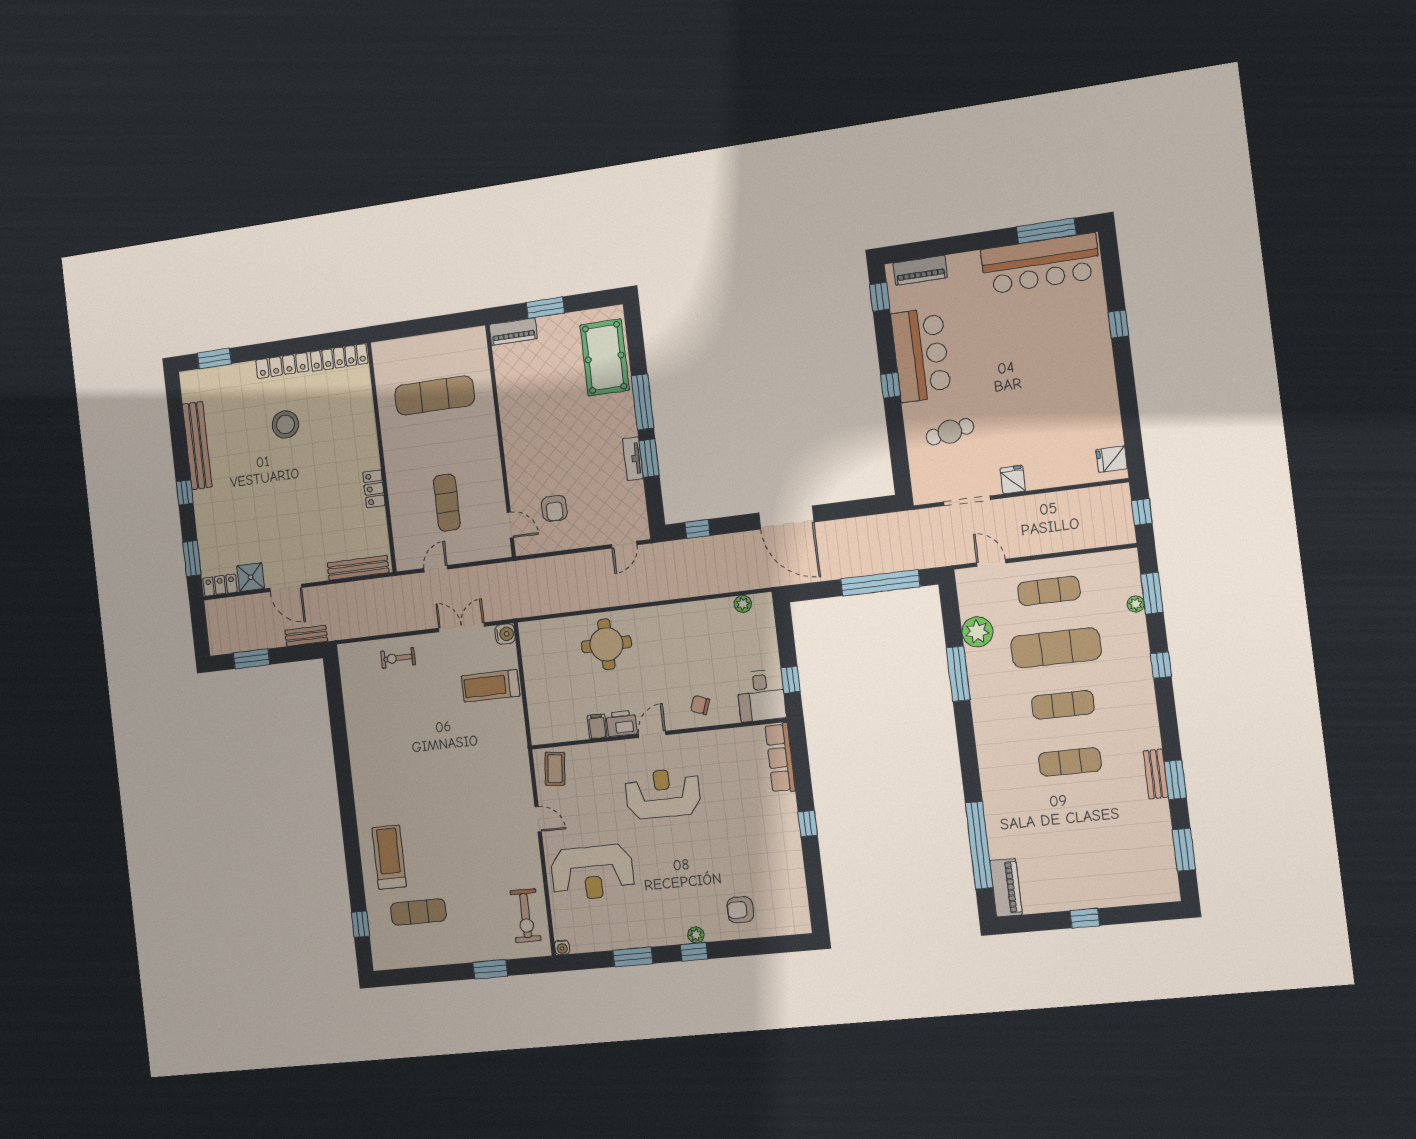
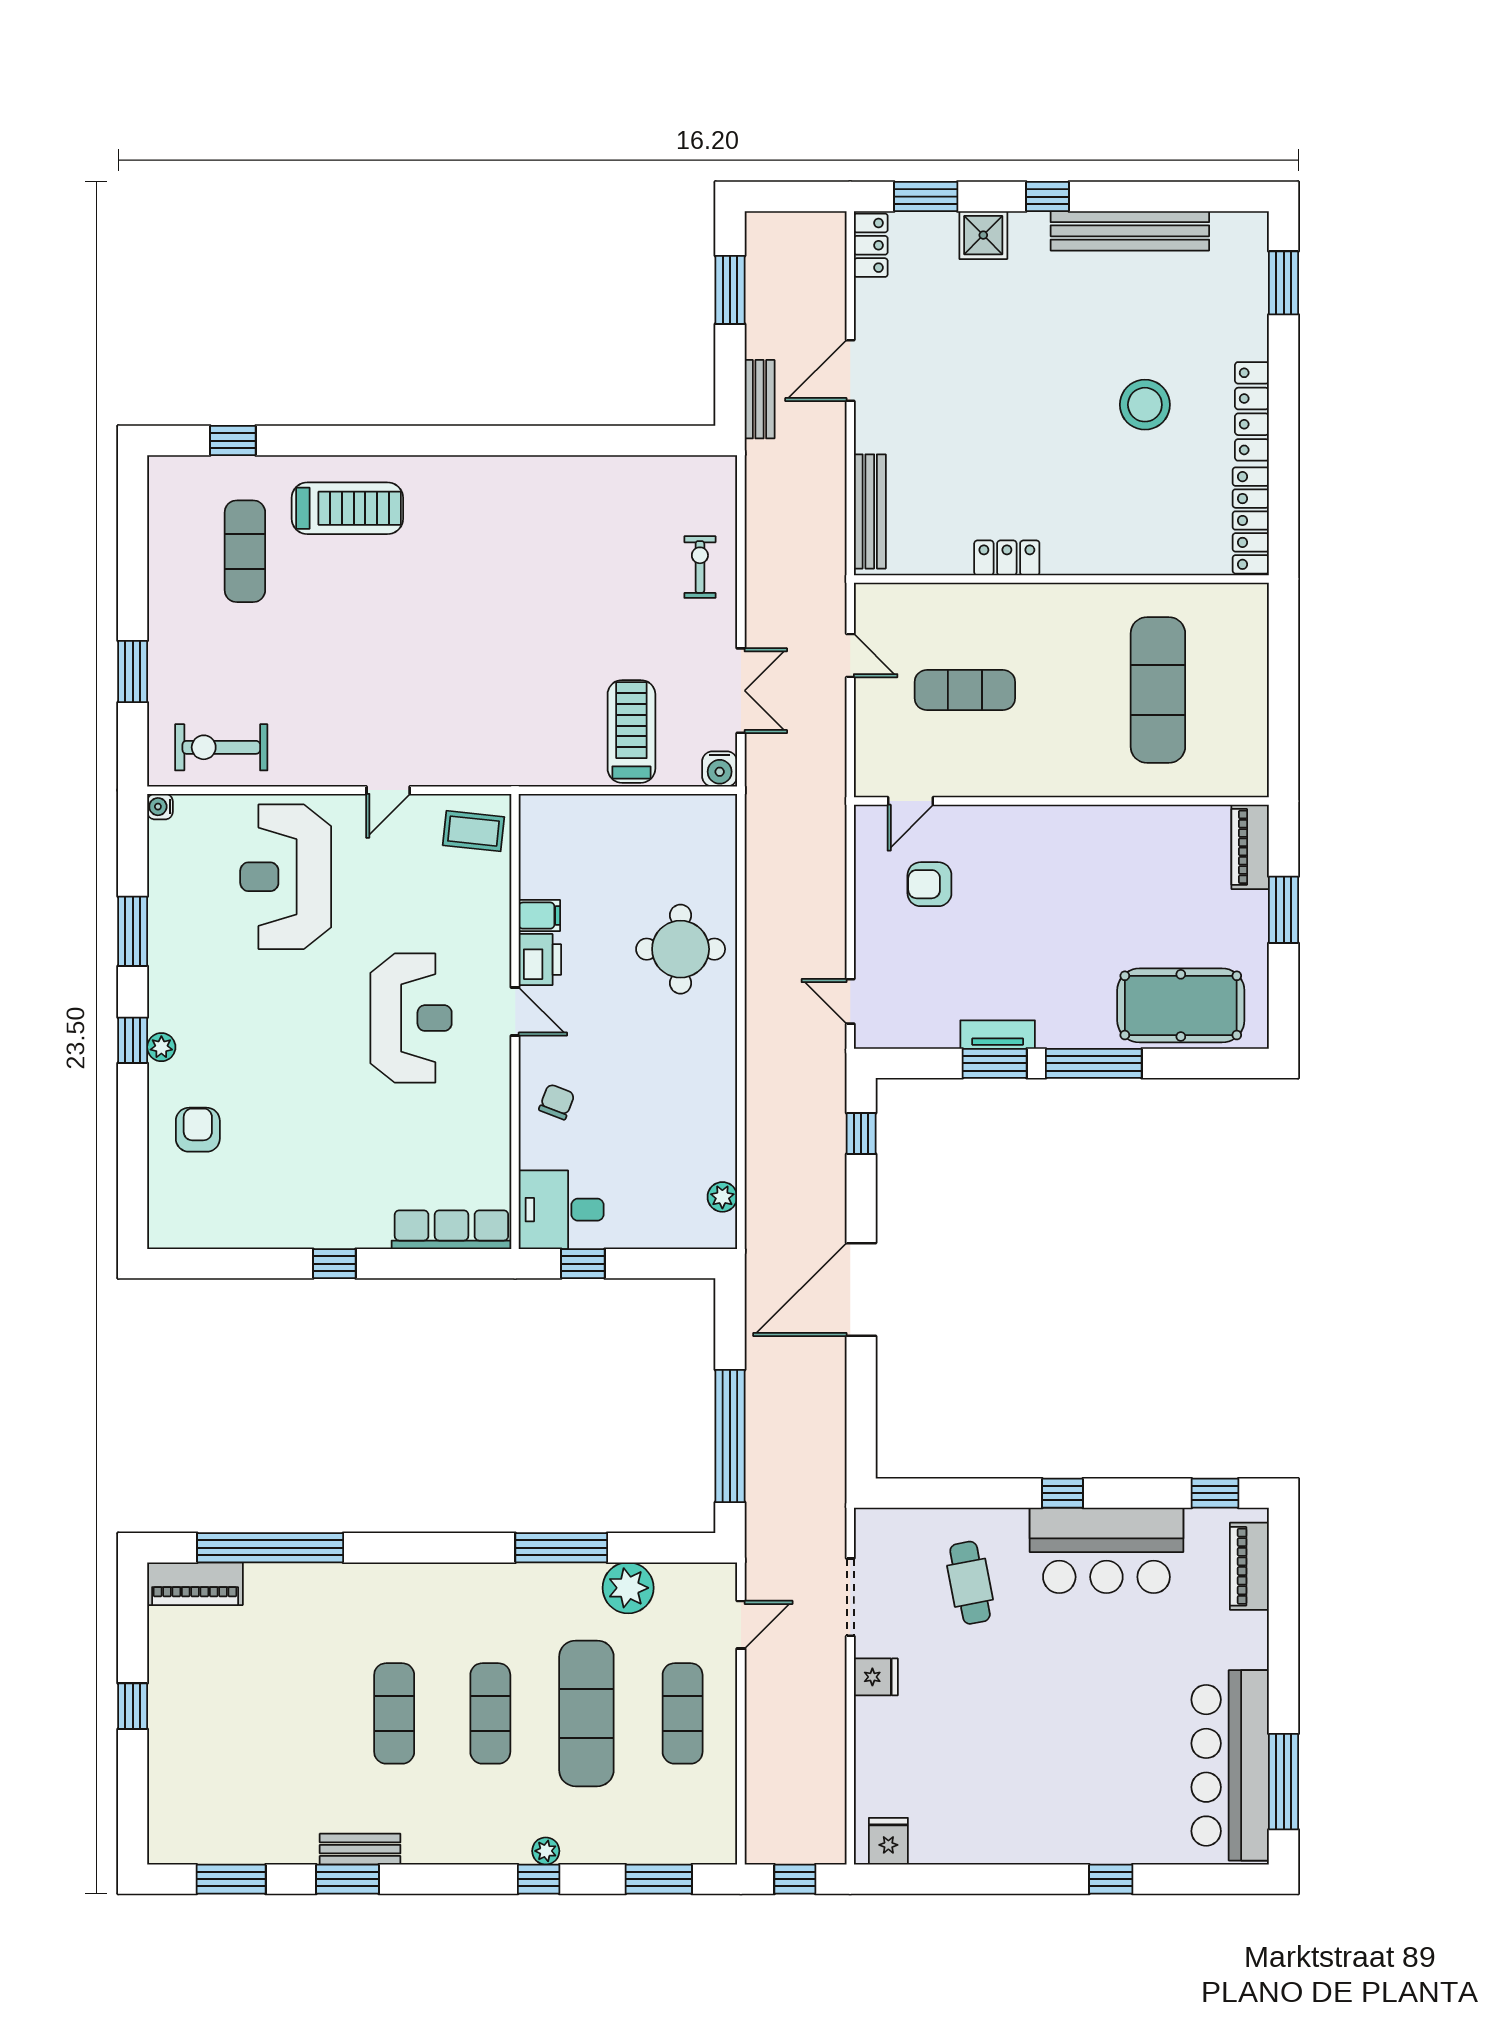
shower: (251, 577) -> (983, 235), moved
plant: (1136, 604) -> (546, 1851), moved

